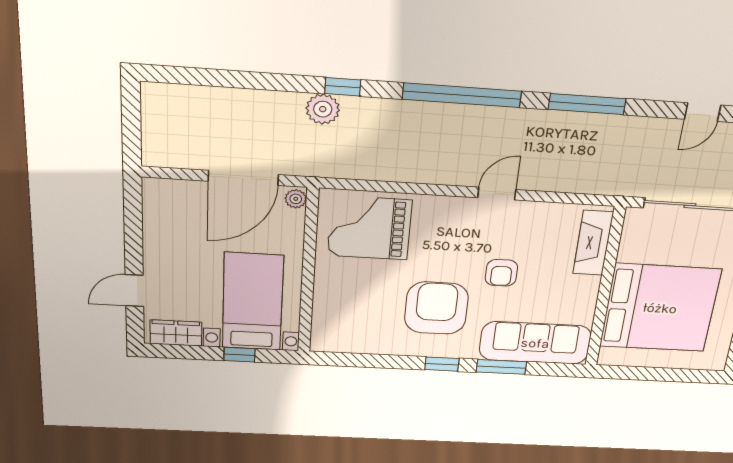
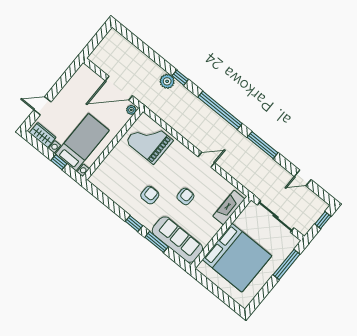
armchair: (501, 273) -> (185, 196), turned 180
armchair: (436, 308) -> (150, 195), width x0.53, depth x0.53

